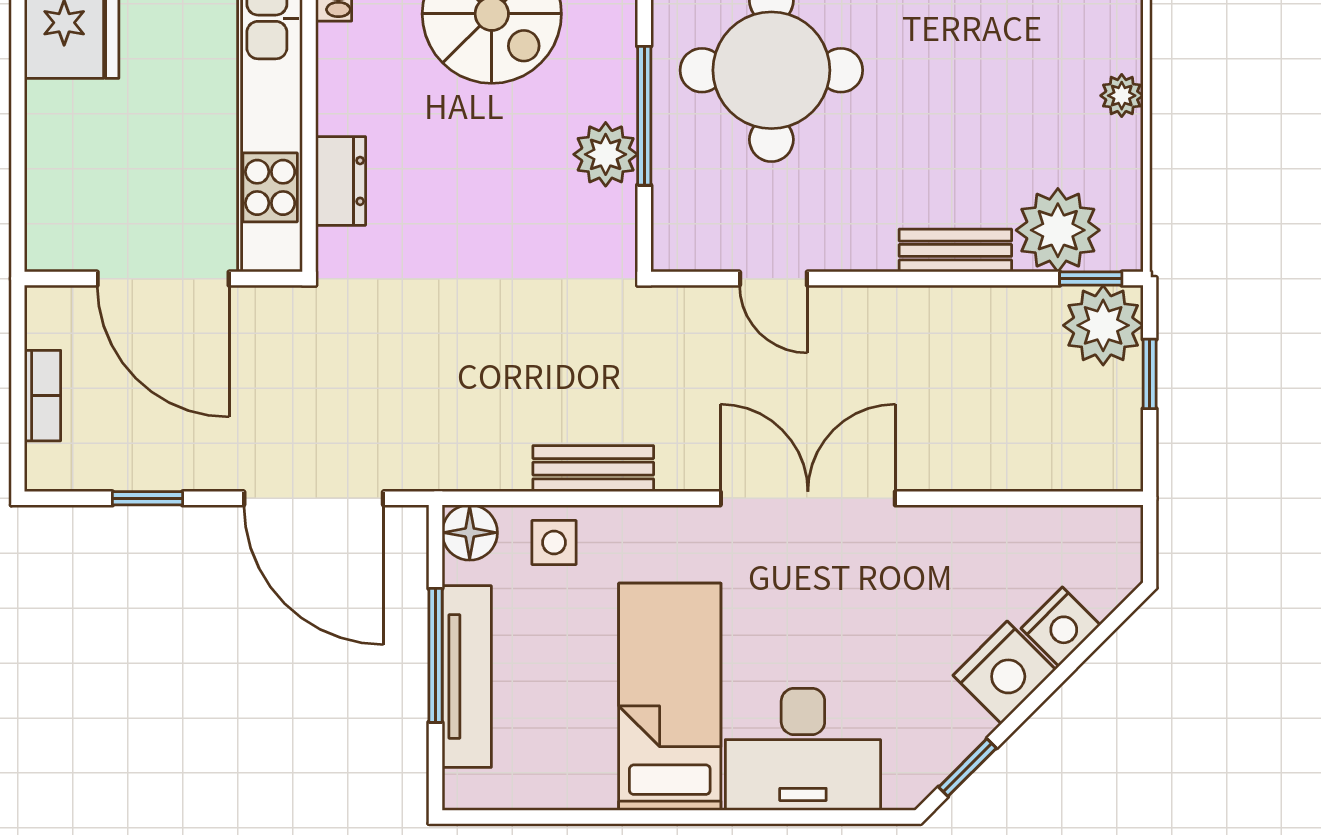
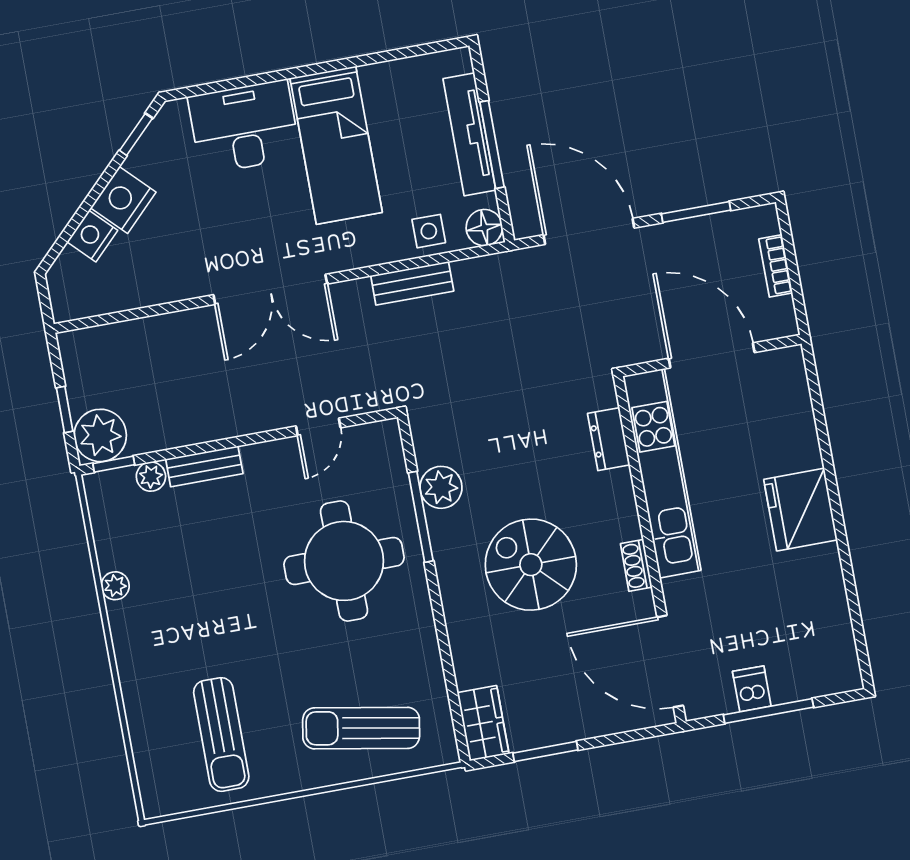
plant: (1058, 230) -> (151, 477), width x0.53, depth x0.53
door: (773, 279) -> (318, 427), swing flipped
window: (148, 498) -> (696, 212), width x1.50

